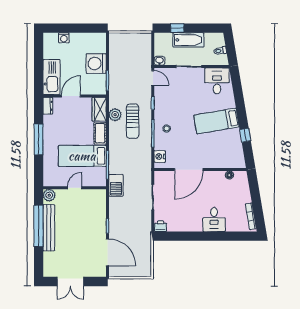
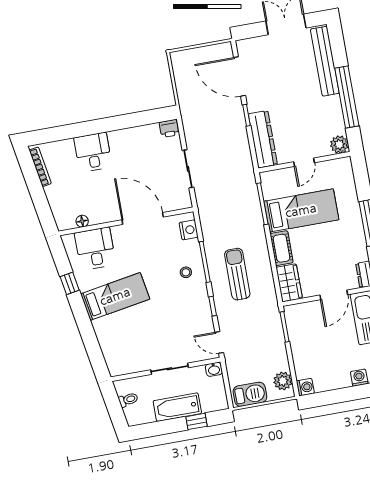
washing machine: (96, 64) -> (305, 387), moved, width x0.53, depth x0.53
desk: (217, 81) -> (95, 249), moved, turned 180
plant: (115, 115) -> (283, 381), moved
door: (189, 170) -> (143, 218), hinge flipped
barbecue: (116, 185) -> (250, 394), moved, turned 90
dresser: (99, 208) -> (263, 139), added
bench: (49, 228) -> (325, 61), moved

